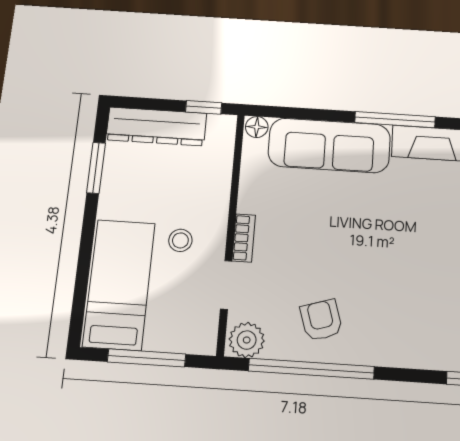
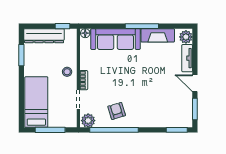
stool: (180, 240) -> (67, 72), moved

